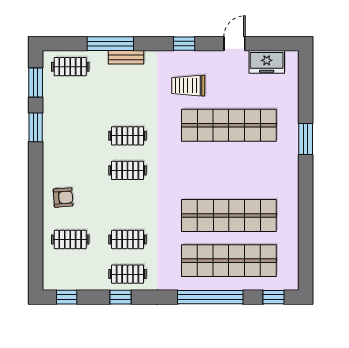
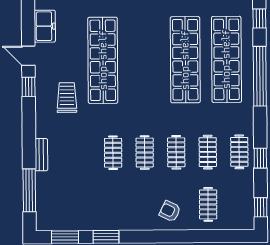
window: (110, 44) -> (29, 190), moved
window: (184, 44) -> (29, 87), moved
clothes rail: (70, 67) -> (176, 152), moved
trolley: (188, 86) -> (67, 98), turned 180
armchair: (63, 198) -> (170, 211), turned -60

